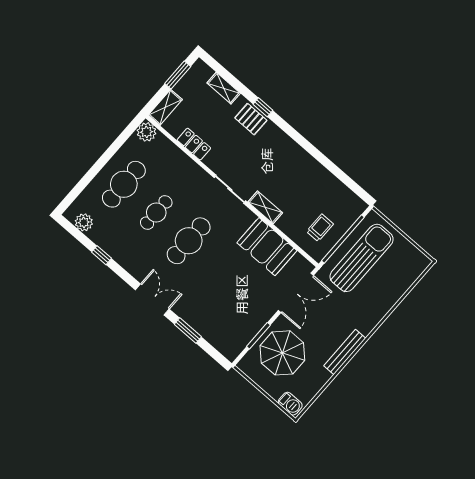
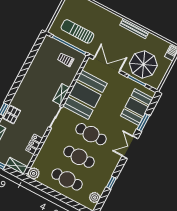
cafe table: (156, 212) -> (79, 157), width x1.37, depth x1.35
booth: (267, 247) -> (85, 95), width x1.36, depth x1.42
sun lounger: (362, 258) -> (77, 31), width x0.73, depth x0.75
booth: (215, 326) -> (137, 107), added

